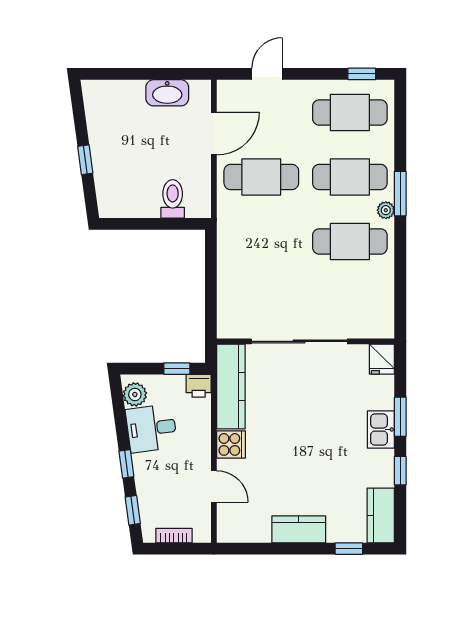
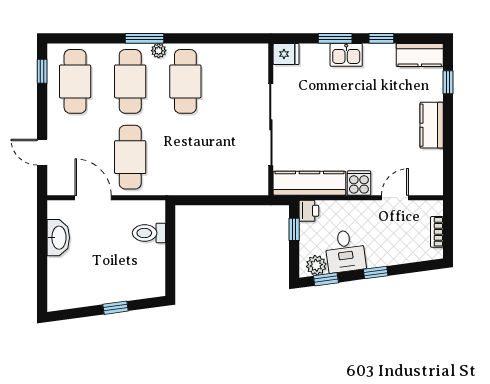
window: (133, 510) -> (326, 279), moved

